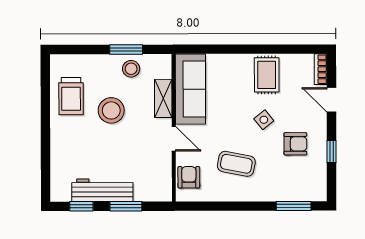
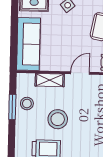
sofa: (190, 89) -> (29, 44), moved, turned 90

